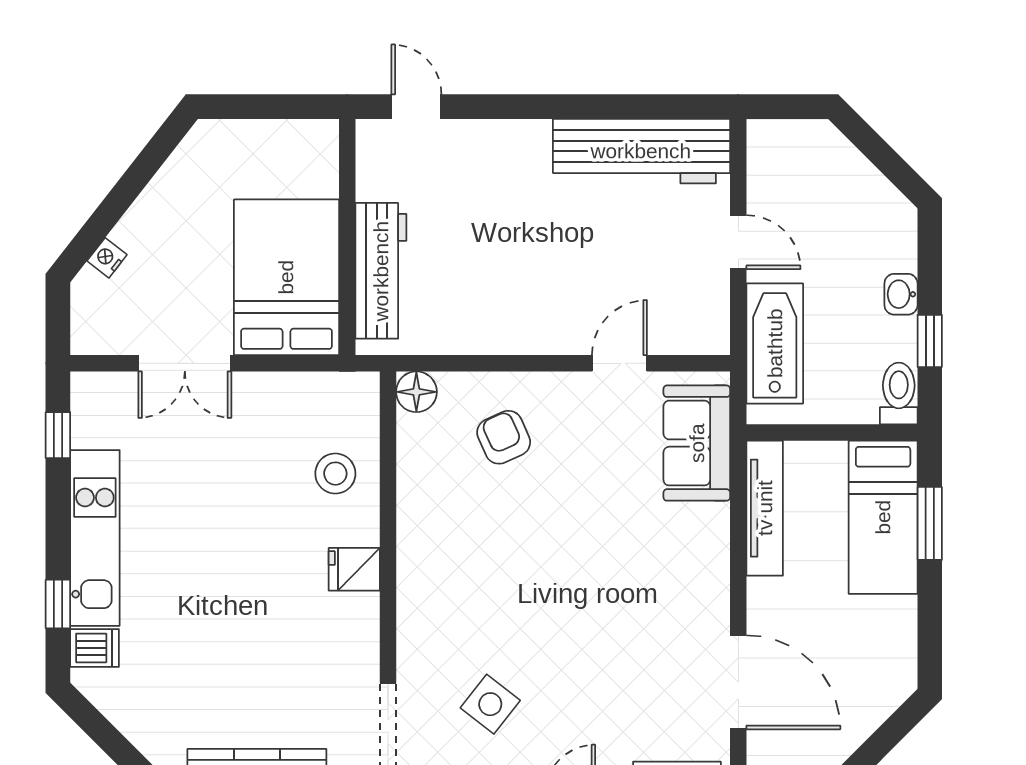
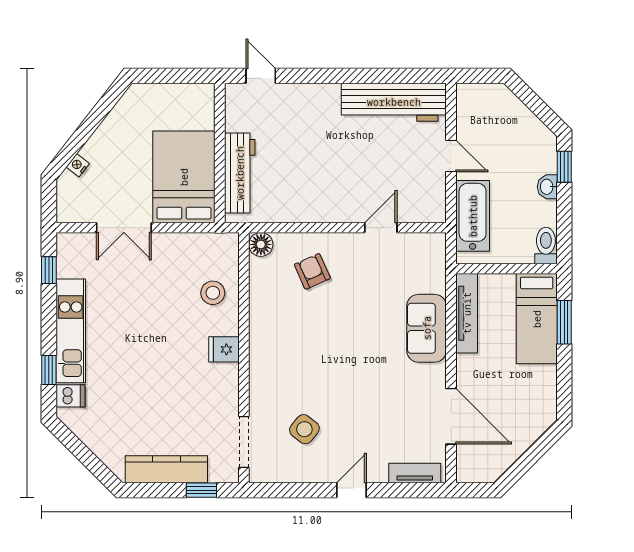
window: (930, 341) -> (564, 167), moved
sofa: (697, 443) -> (427, 328), moved

